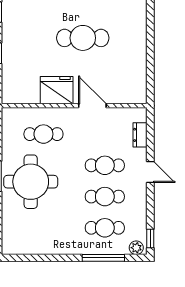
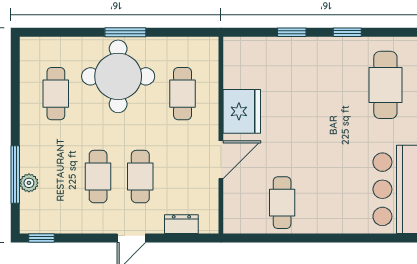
cafe table: (83, 38) -> (282, 203), moved, width x0.73, depth x0.74
cafe table: (105, 228) -> (56, 94), moved
plant: (136, 248) -> (29, 183), moved

